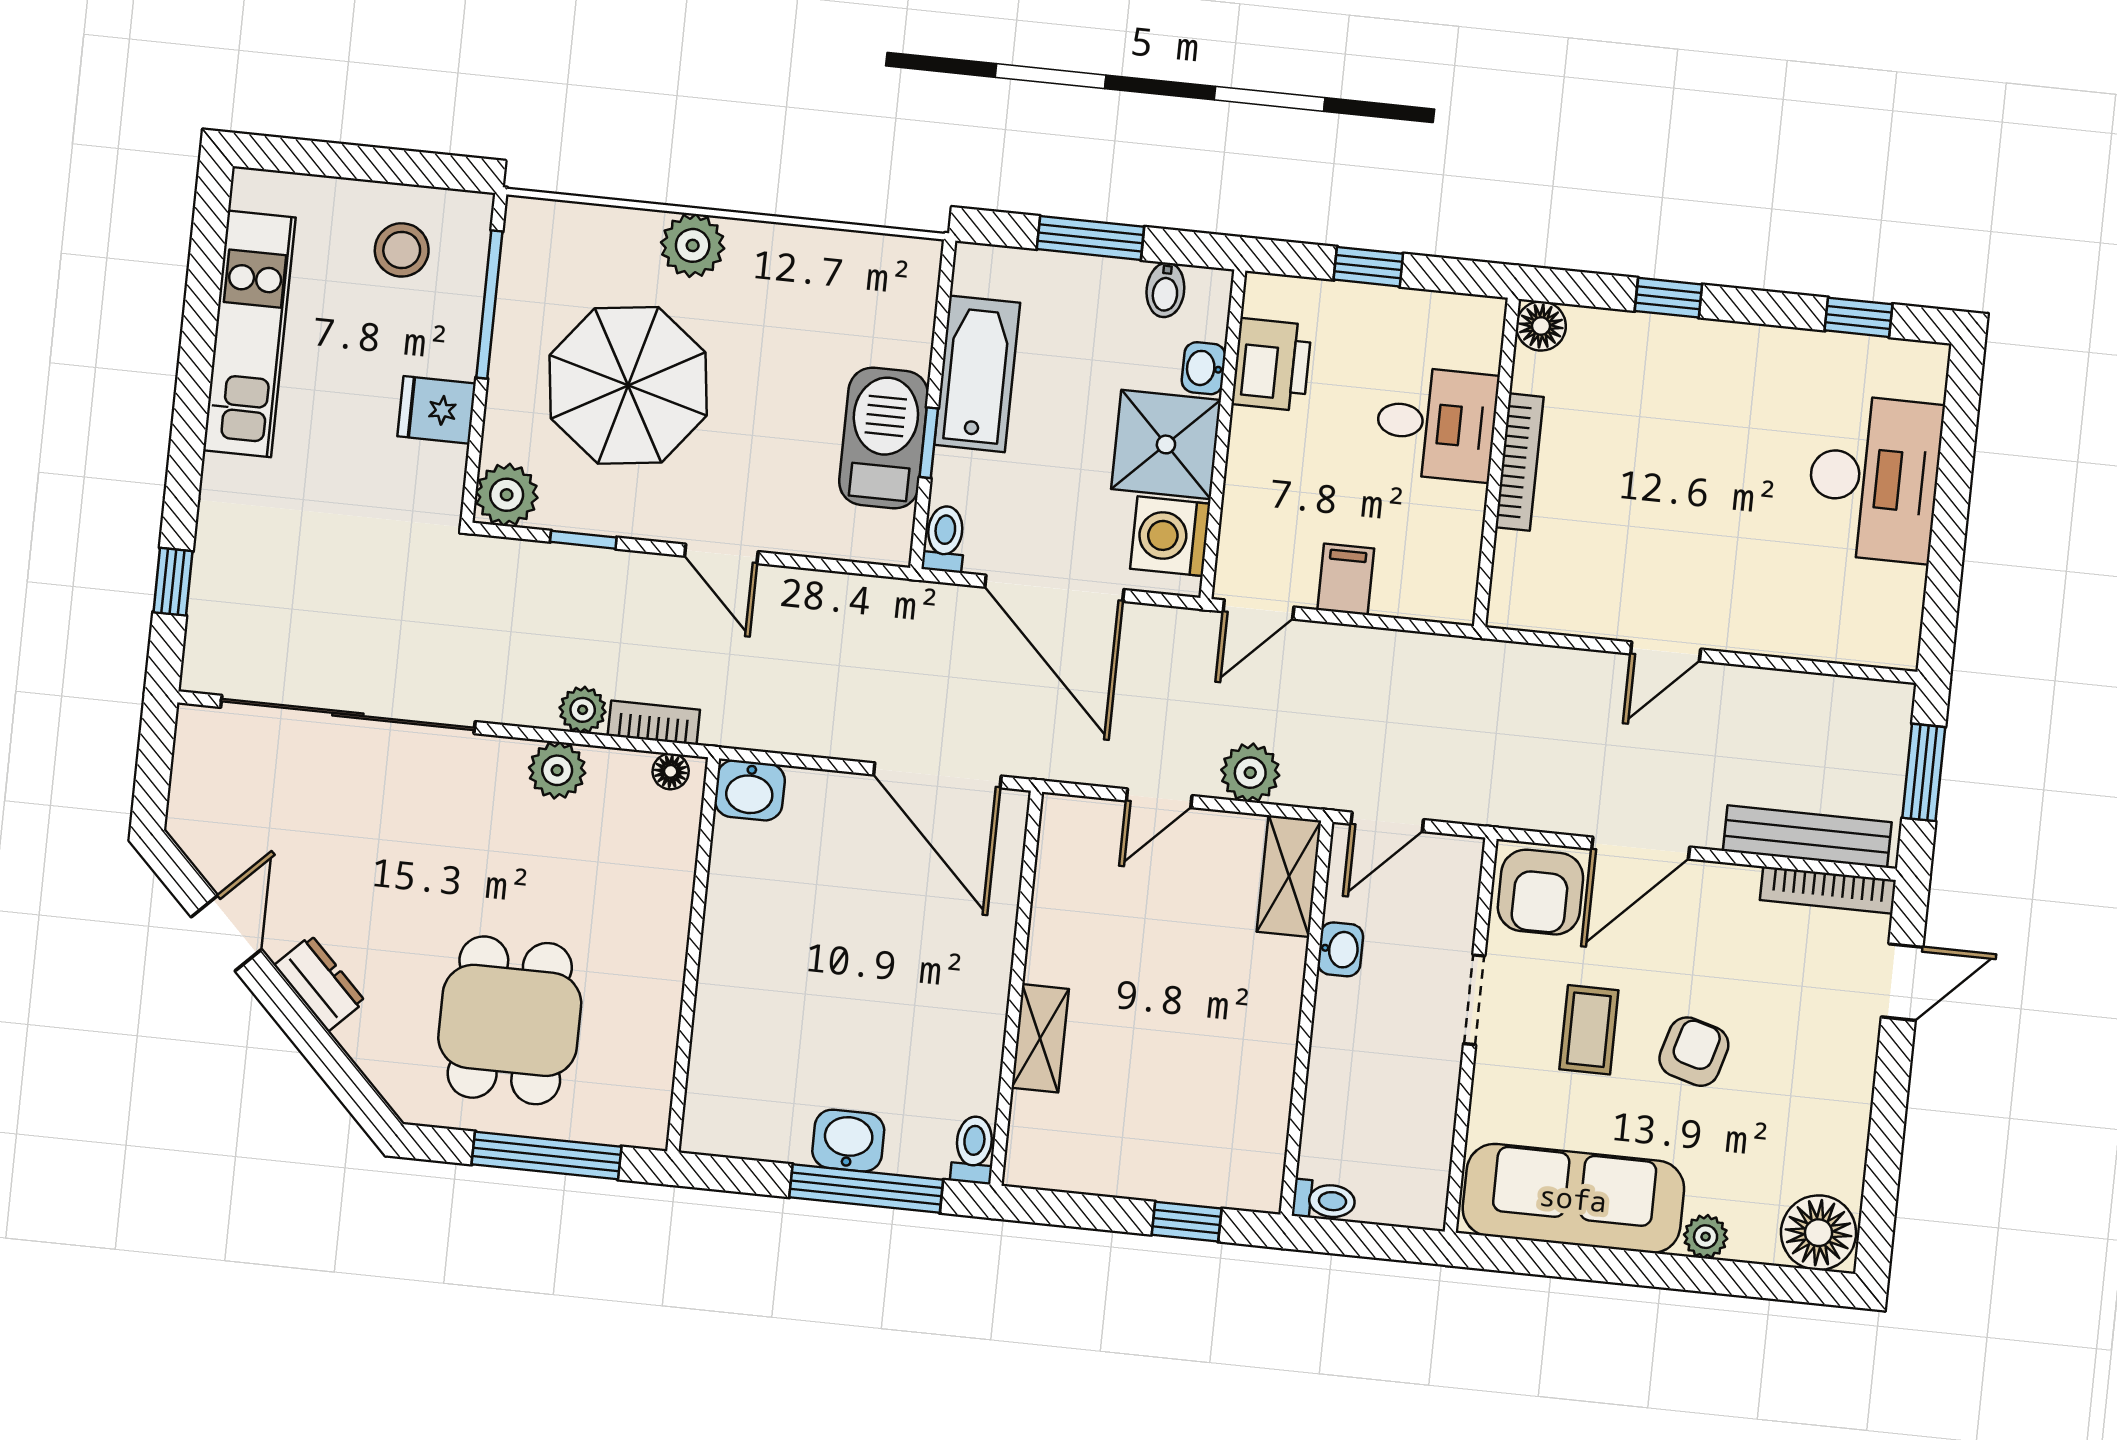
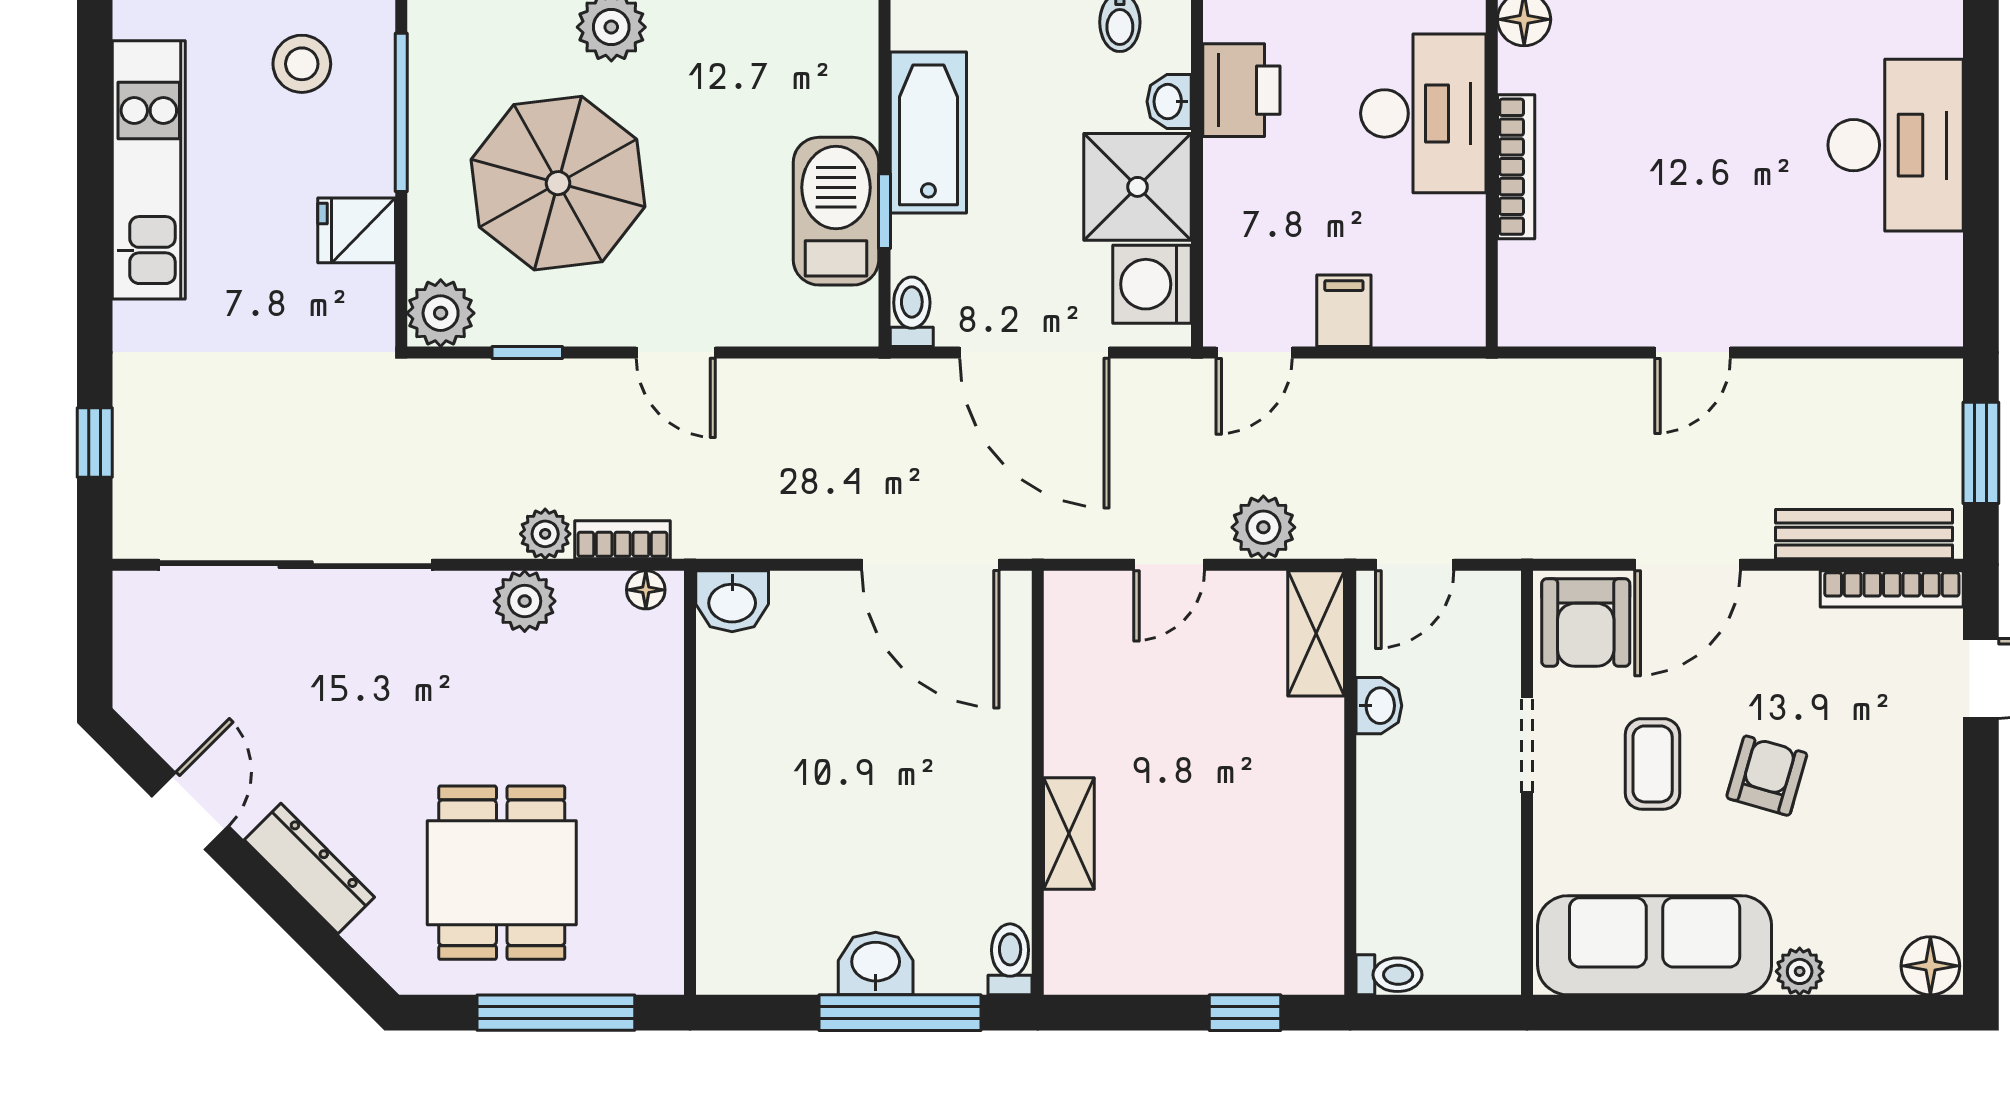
desk: (1436, 424) -> (1423, 113), width x1.37
dresser: (320, 983) -> (309, 868), width x1.44
floor lamp: (1819, 1233) -> (1930, 966), width x0.73, depth x0.73

